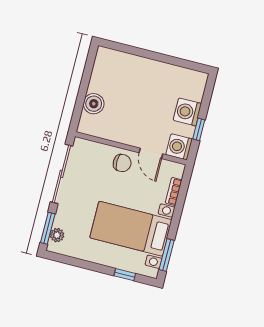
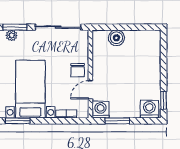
window: (188, 64) -> (164, 100), added
washing machine: (187, 112) -> (149, 109), moved
window: (199, 129) -> (117, 121), width x1.50

